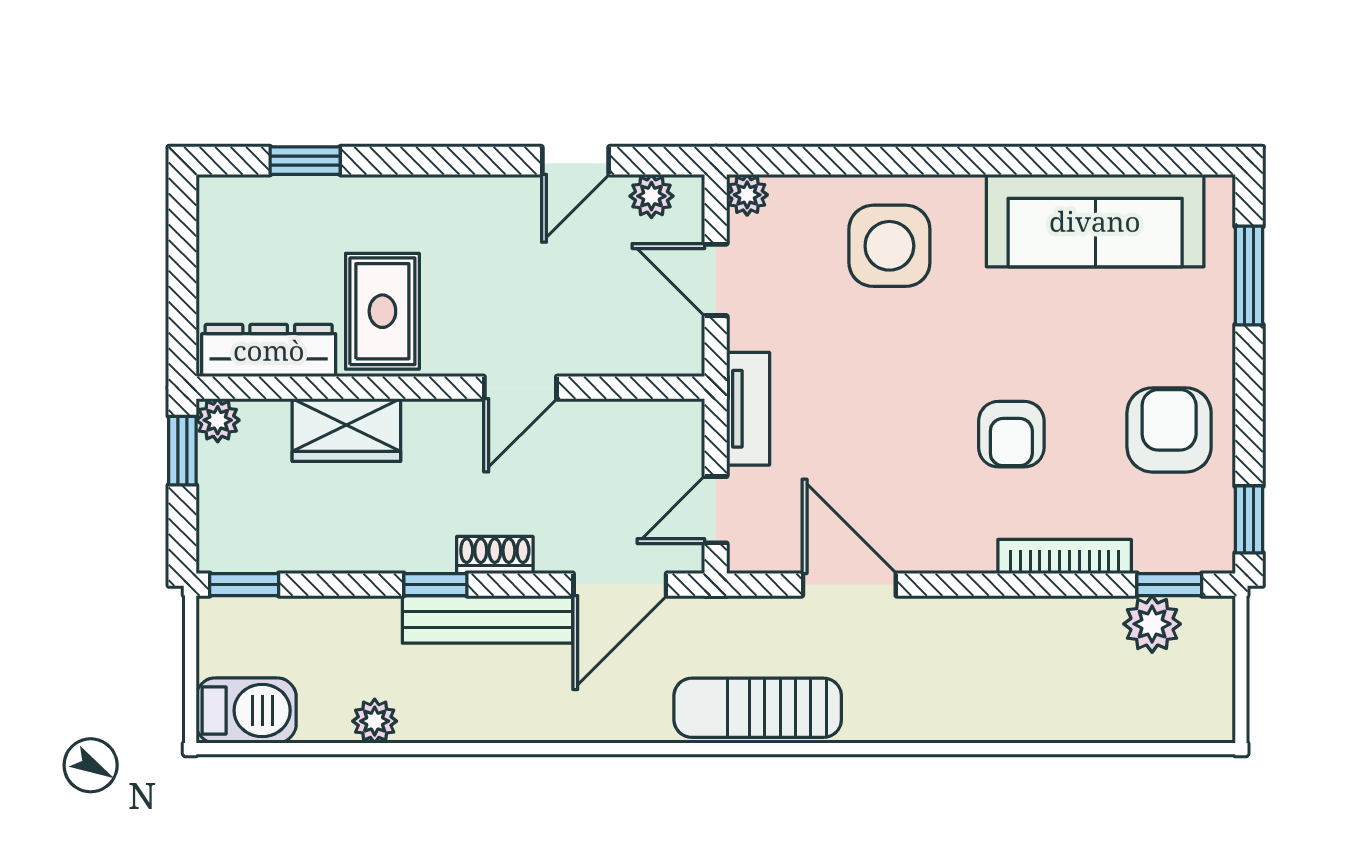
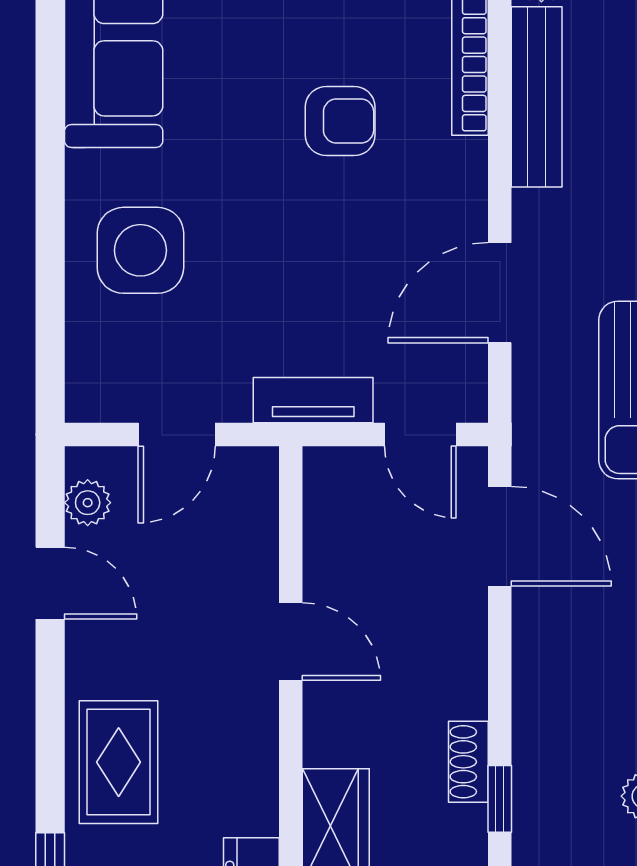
plant: (747, 195) -> (86, 401), removed
rug: (382, 311) -> (119, 762), moved, turned 90
shoe rack: (495, 555) -> (468, 762), moved
window: (435, 585) -> (500, 799), moved
bench: (488, 619) -> (537, 97), moved

